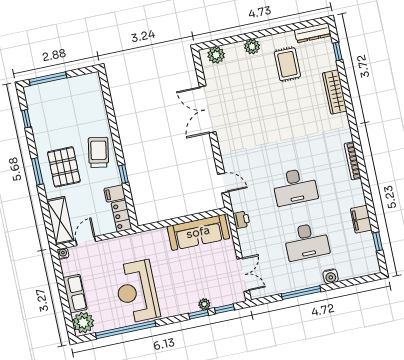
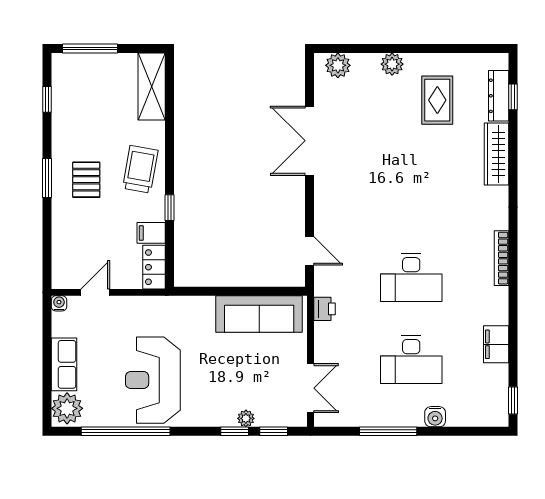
dresser: (313, 33) -> (499, 96), moved, turned 90
pallet: (64, 167) -> (86, 180), width x0.67, depth x0.71
shelving: (60, 221) -> (152, 87), moved
window: (378, 241) -> (513, 400), moved

